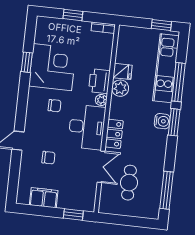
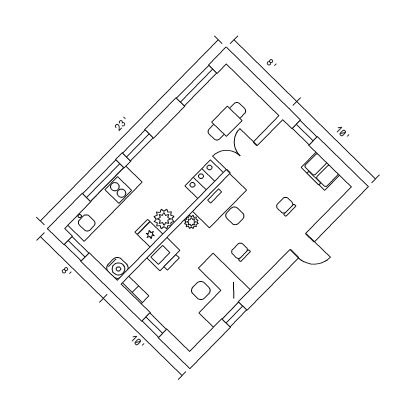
printer: (99, 81) -> (165, 256), moved
water cooler: (162, 121) -> (117, 268), moved, turned 180

